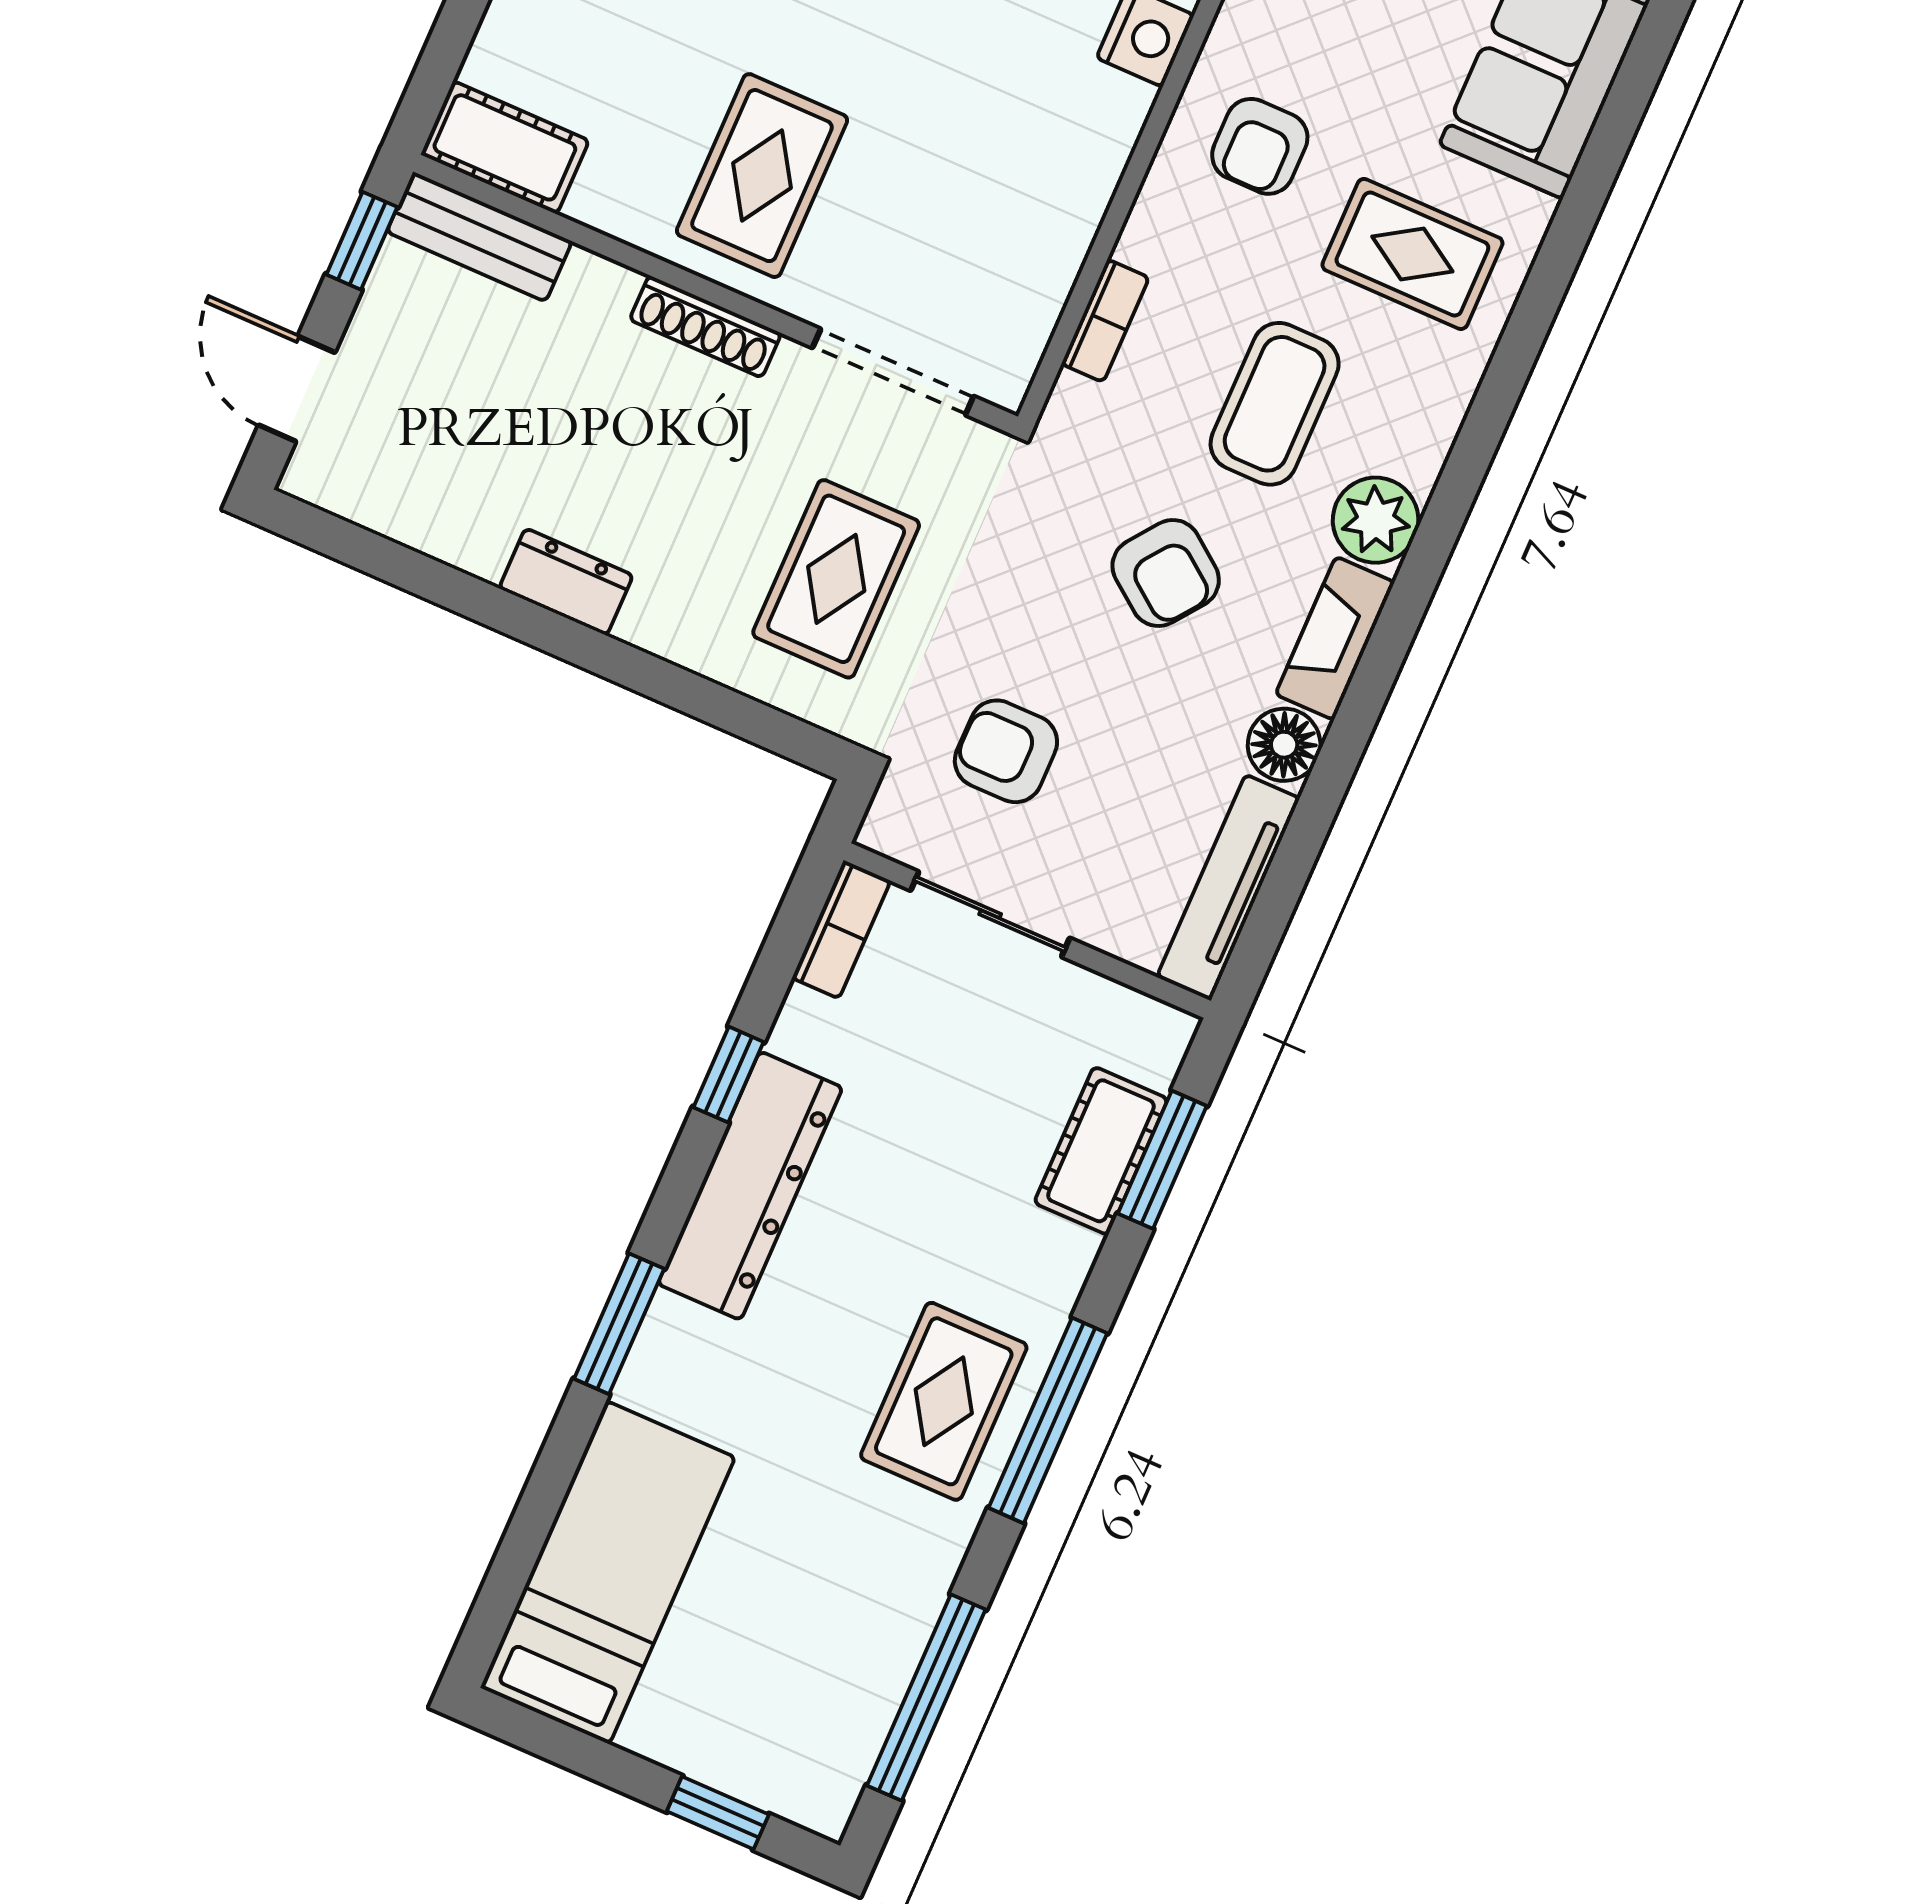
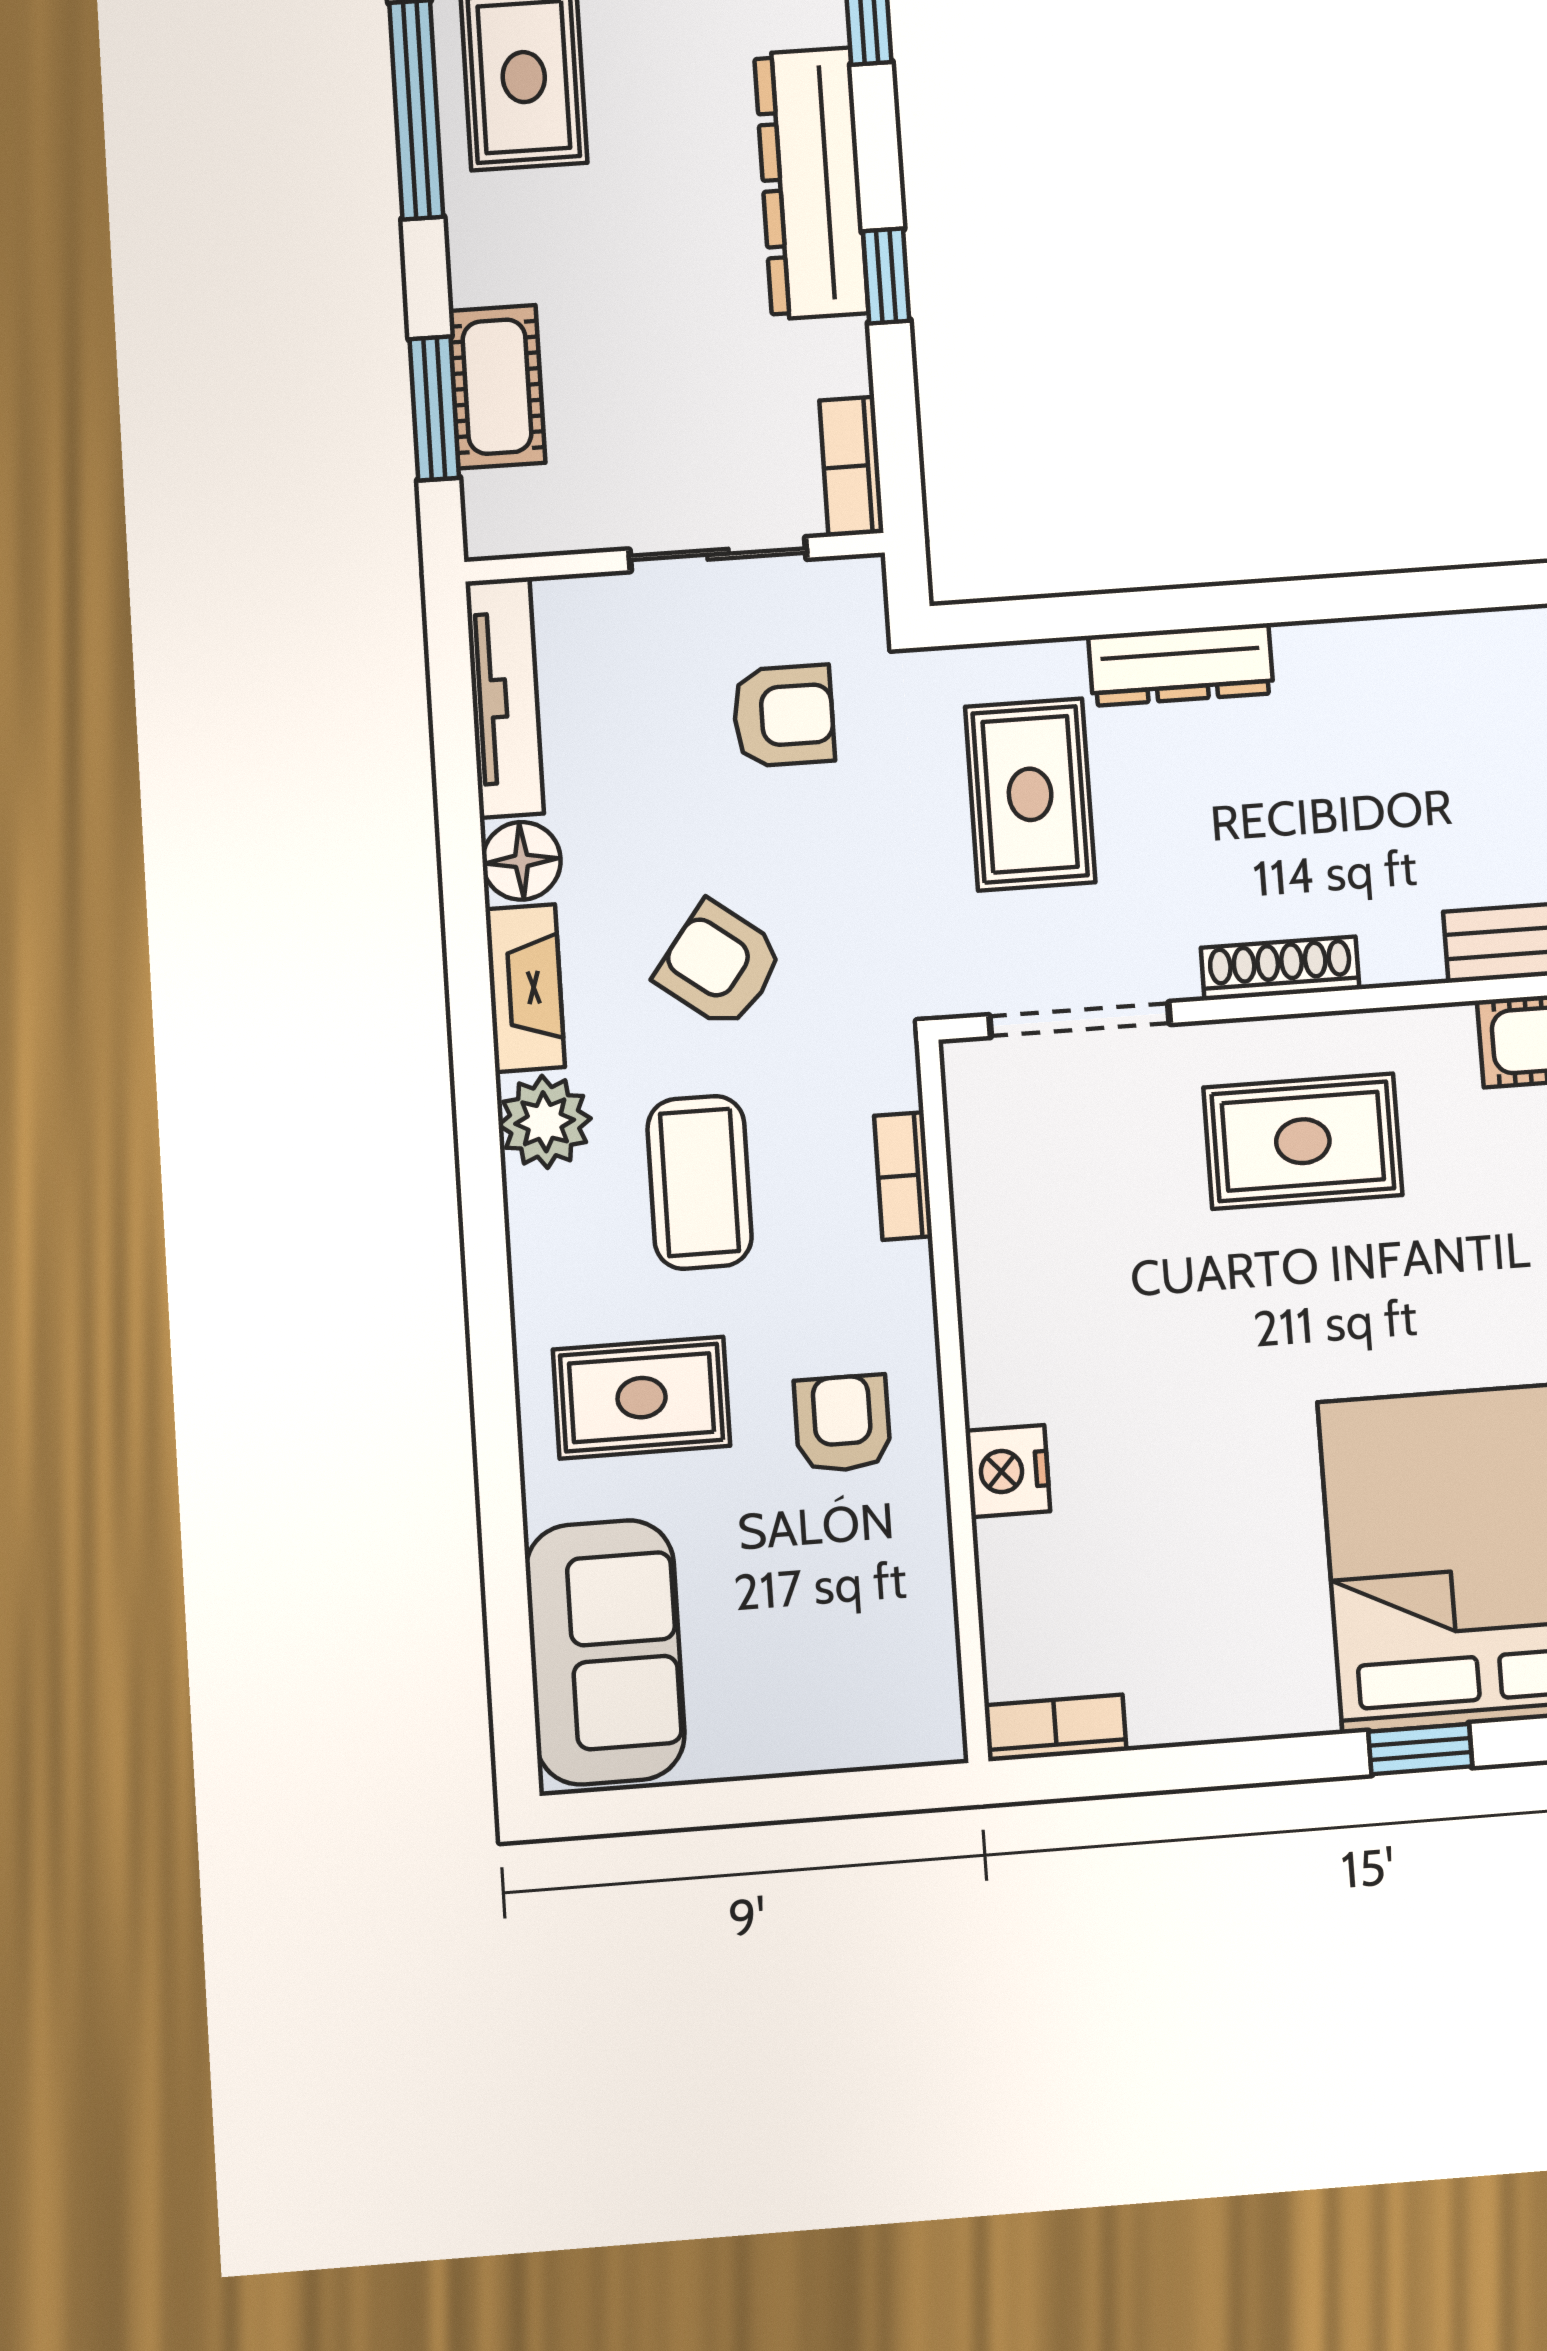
rug: (762, 176) -> (1303, 1141), turned 90
dresser: (566, 582) -> (1181, 665), moved, width x1.44

